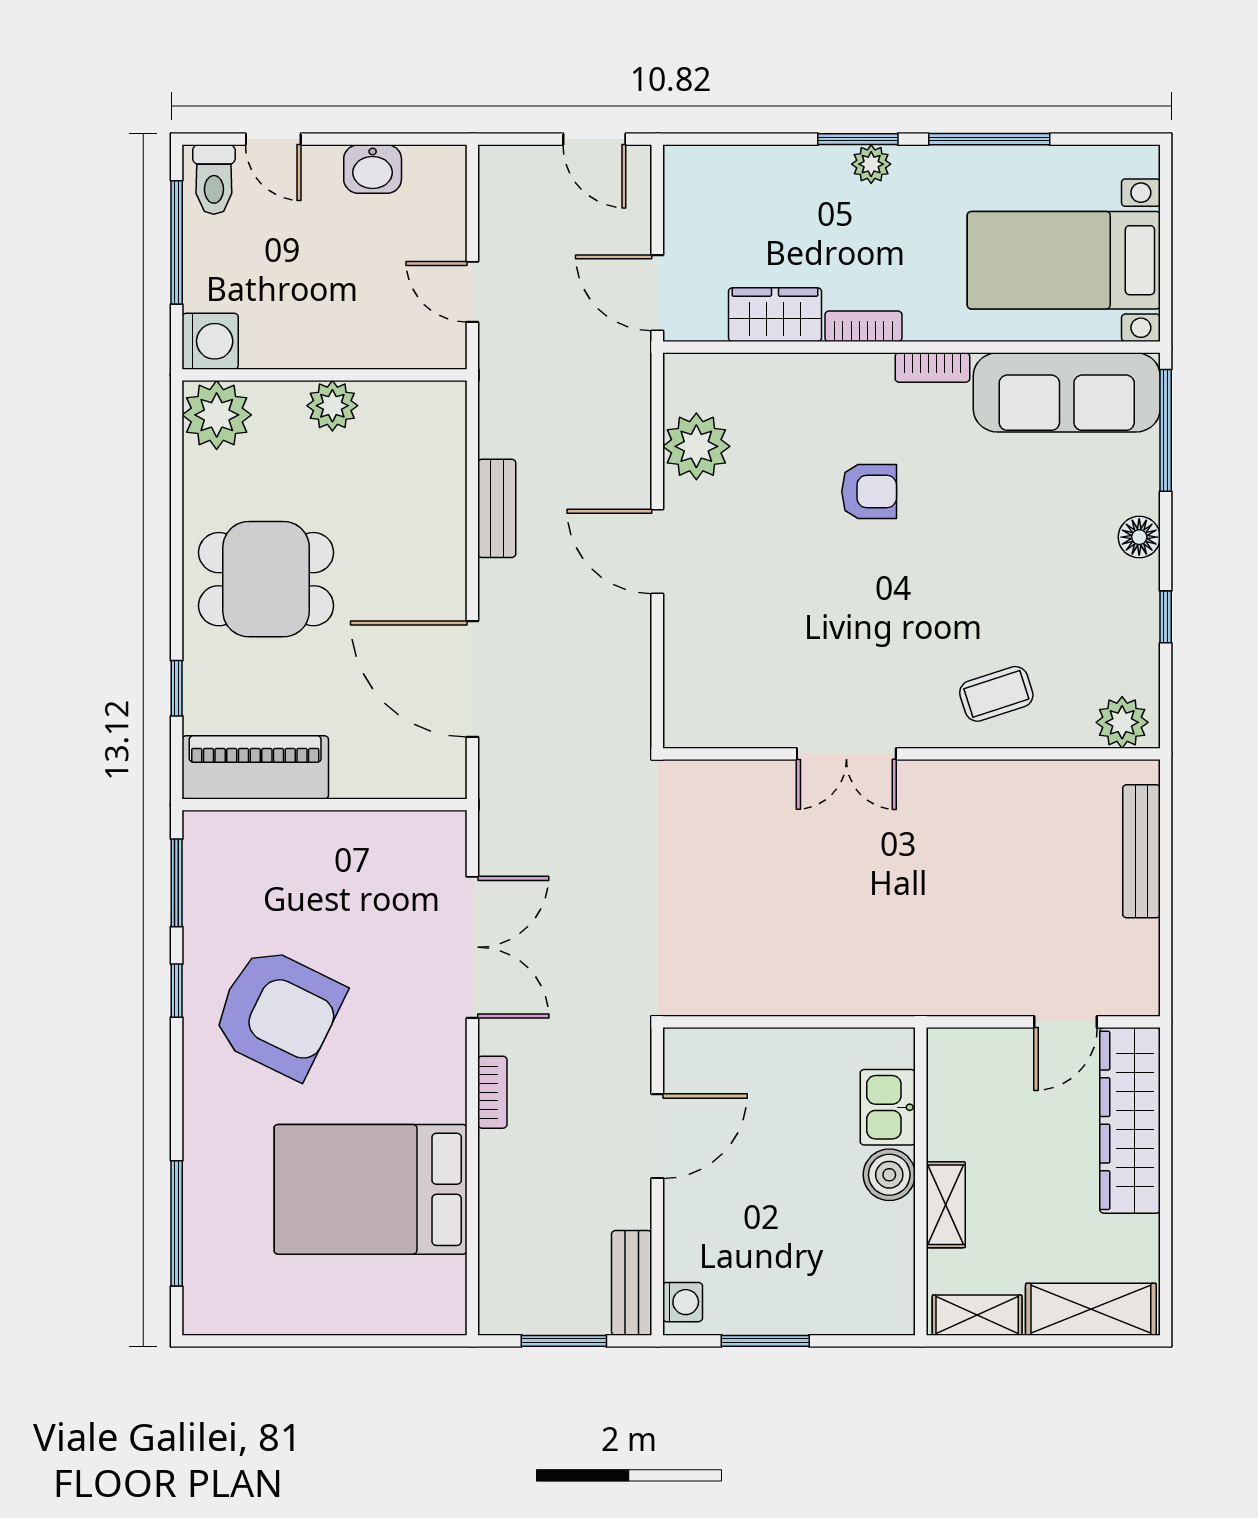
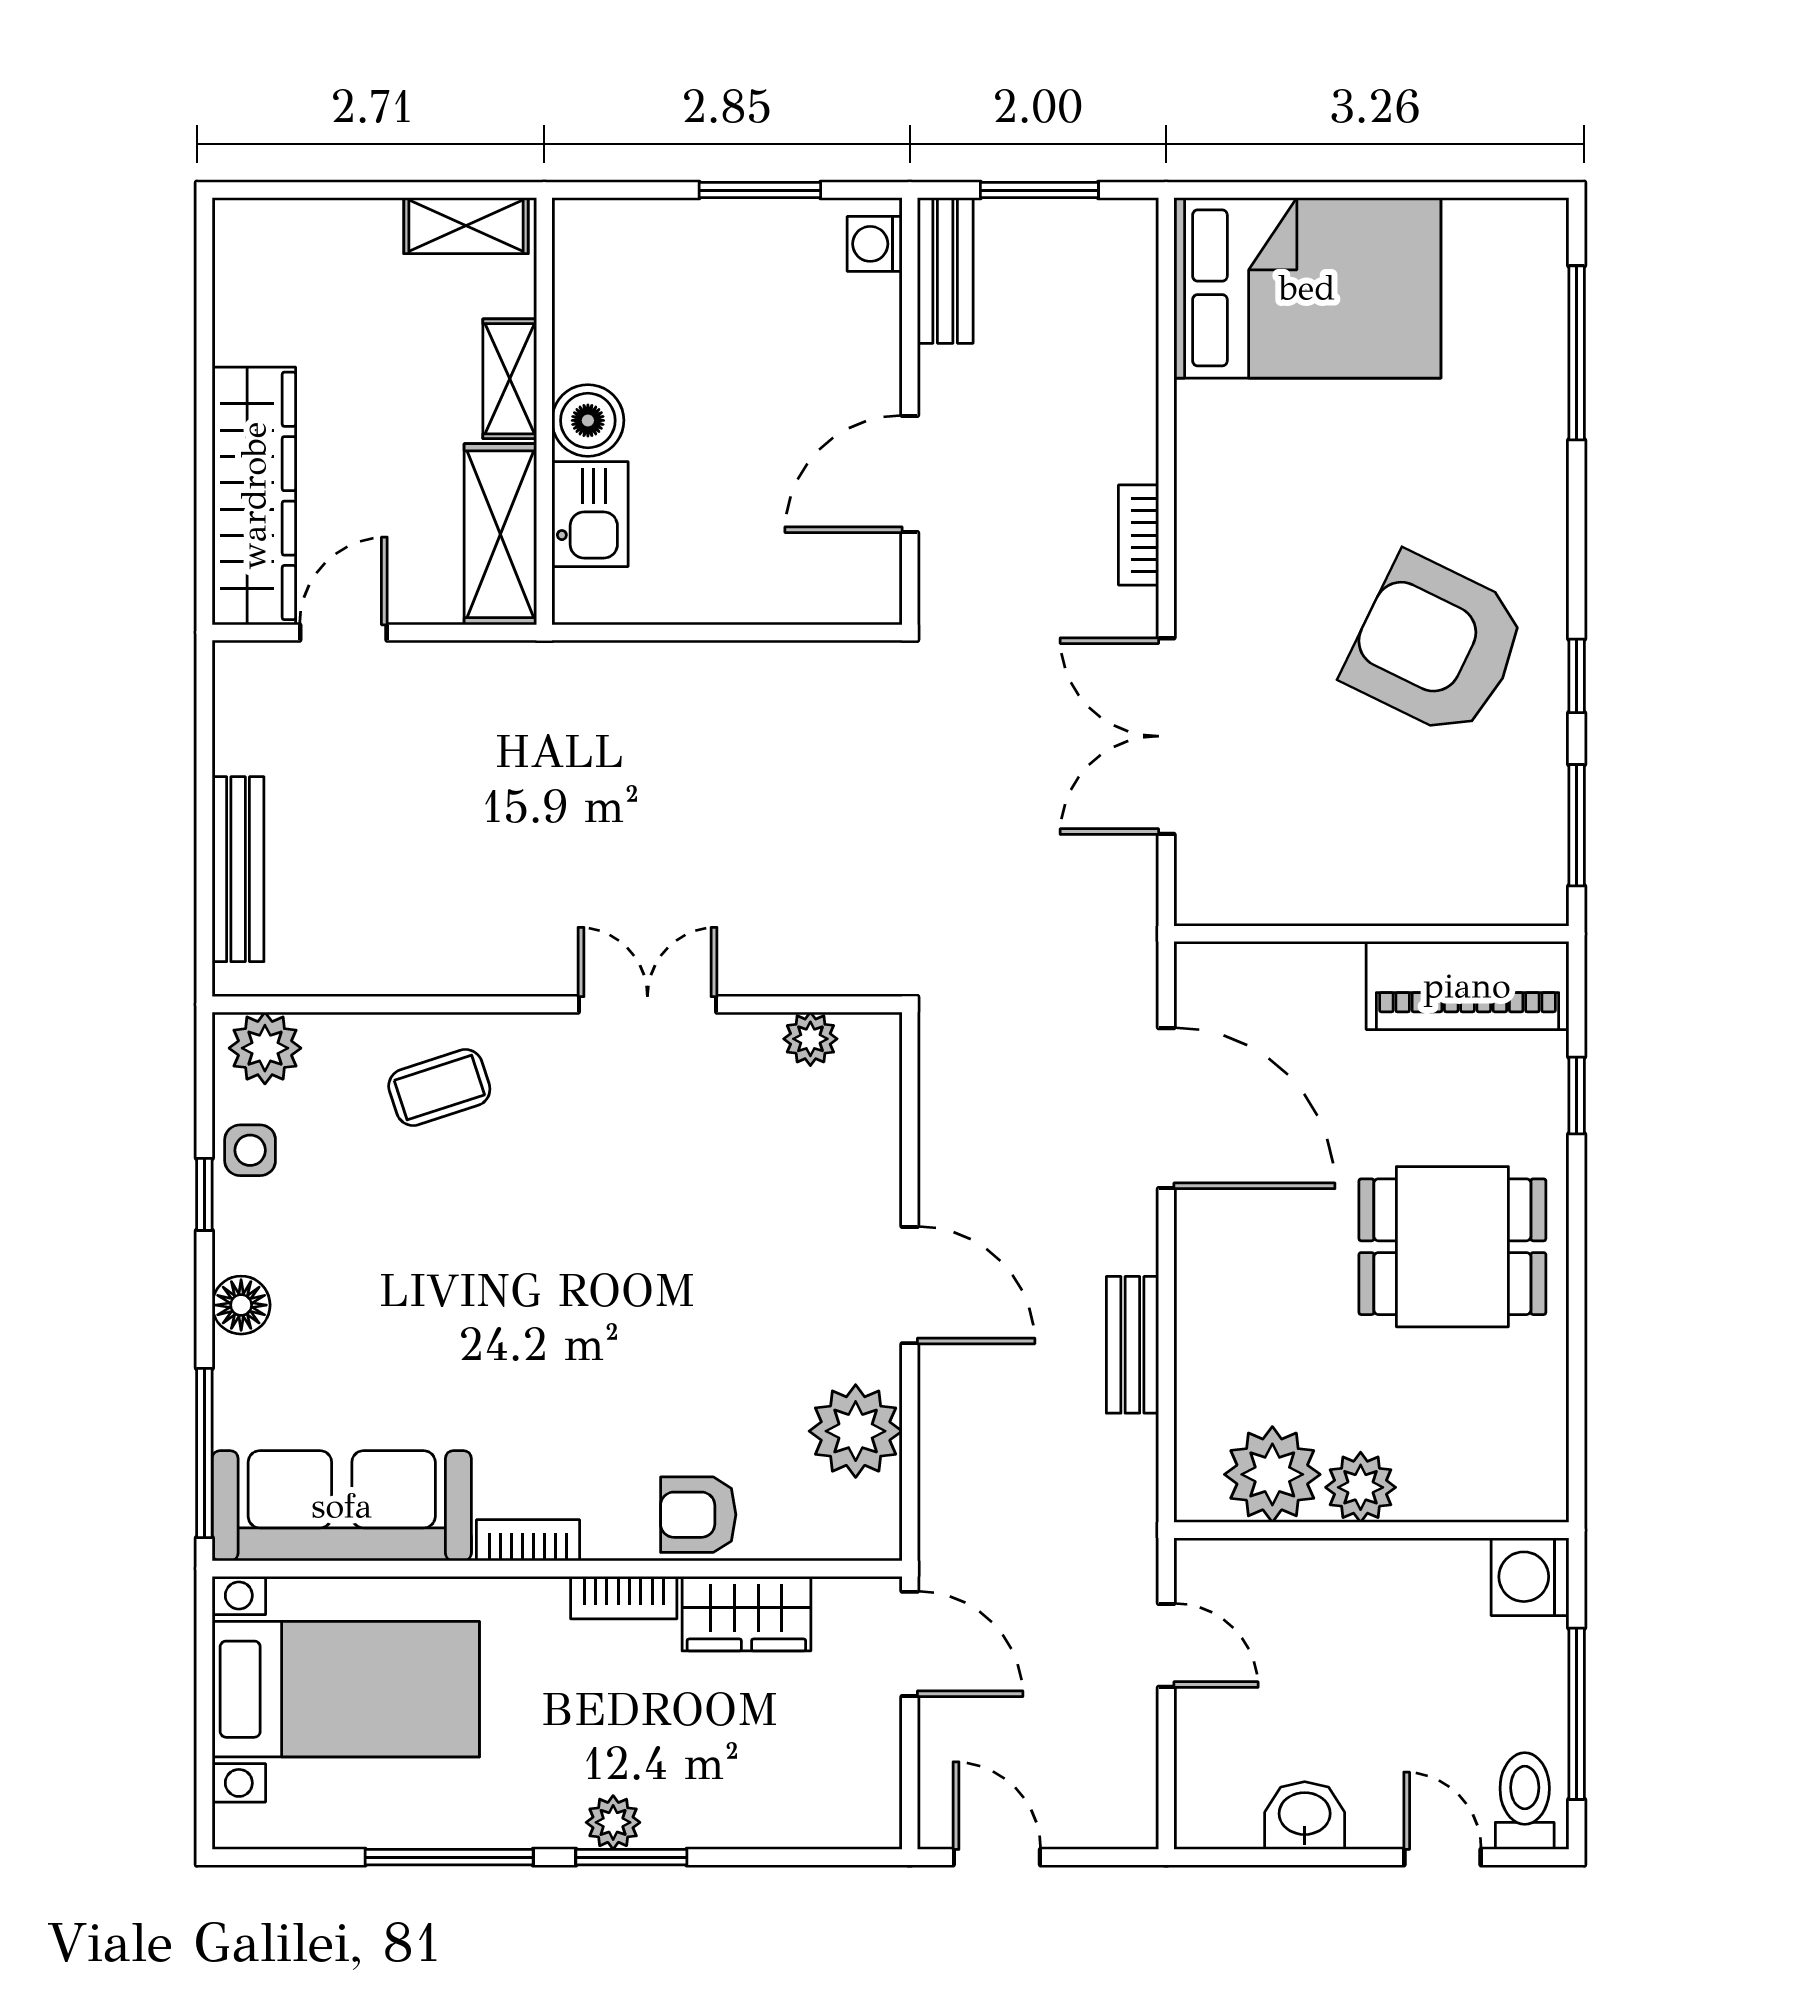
plant: (217, 415) -> (1272, 1474), moved
armchair: (869, 491) -> (698, 1515), moved
side table: (1133, 649) -> (250, 1150), added
plant: (729, 729) -> (810, 1039), added
bed: (371, 1189) -> (1307, 288), moved
shelving: (1091, 1309) -> (500, 534), moved, turned 90

